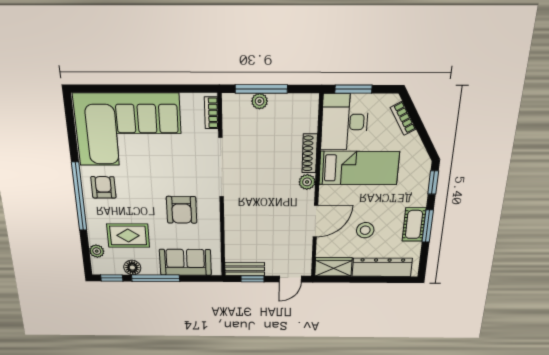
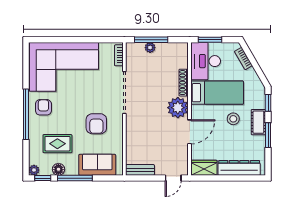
plant: (307, 182) -> (178, 108), width x1.87, depth x1.87
cot: (414, 224) -> (258, 122), moved
stool: (365, 230) -> (233, 119), moved
plant: (97, 251) -> (34, 170), moved
window: (252, 279) -> (146, 178), removed

